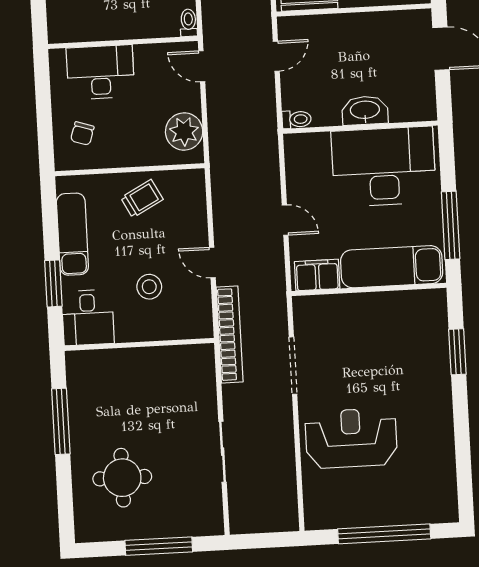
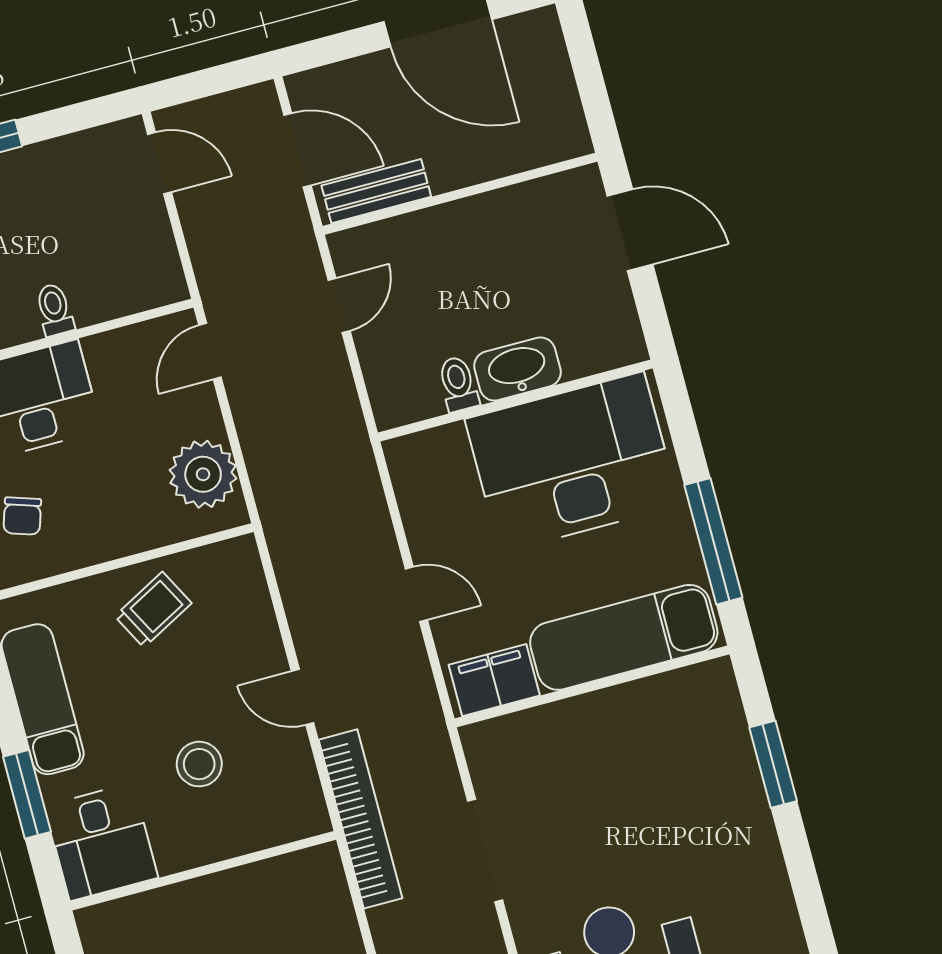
toilet: (188, 23) -> (55, 310), moved
door: (202, 66) -> (210, 351), hinge flipped
toilet: (297, 119) -> (458, 384), moved, turned -90

